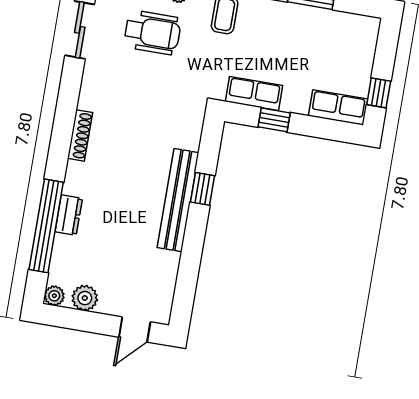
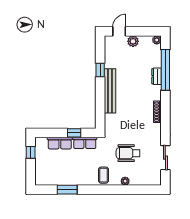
wheelchair: (152, 32) -> (128, 153), moved
row of seats: (338, 107) -> (60, 143), moved
window: (202, 189) -> (100, 70), moved
plant: (85, 298) -> (133, 41), moved

